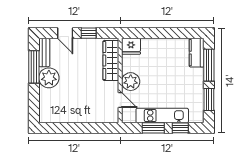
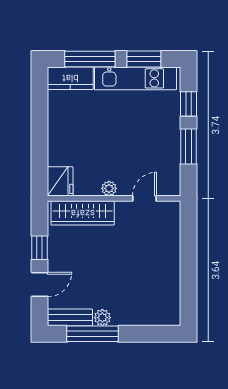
plant: (49, 78) -> (102, 318), width x0.53, depth x0.53
plant: (131, 82) -> (109, 188), width x0.53, depth x0.53
kitchen unit: (162, 116) -> (135, 78), moved, turned -90

